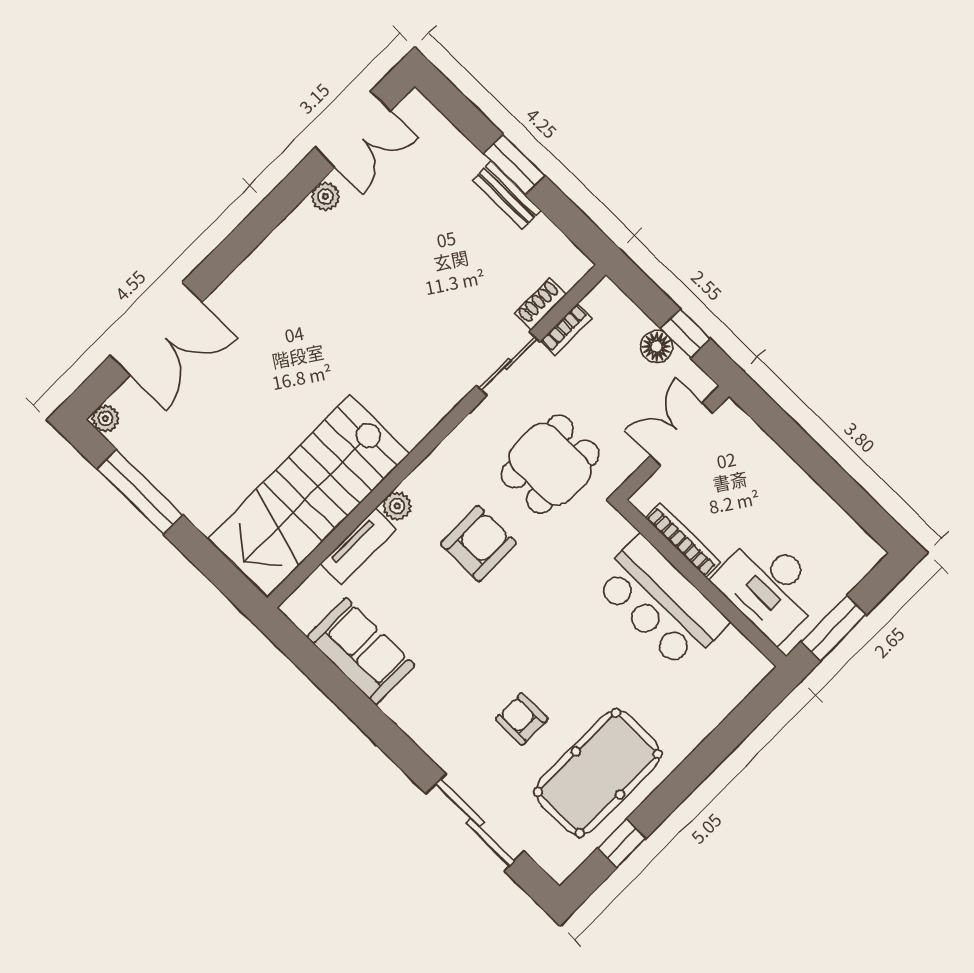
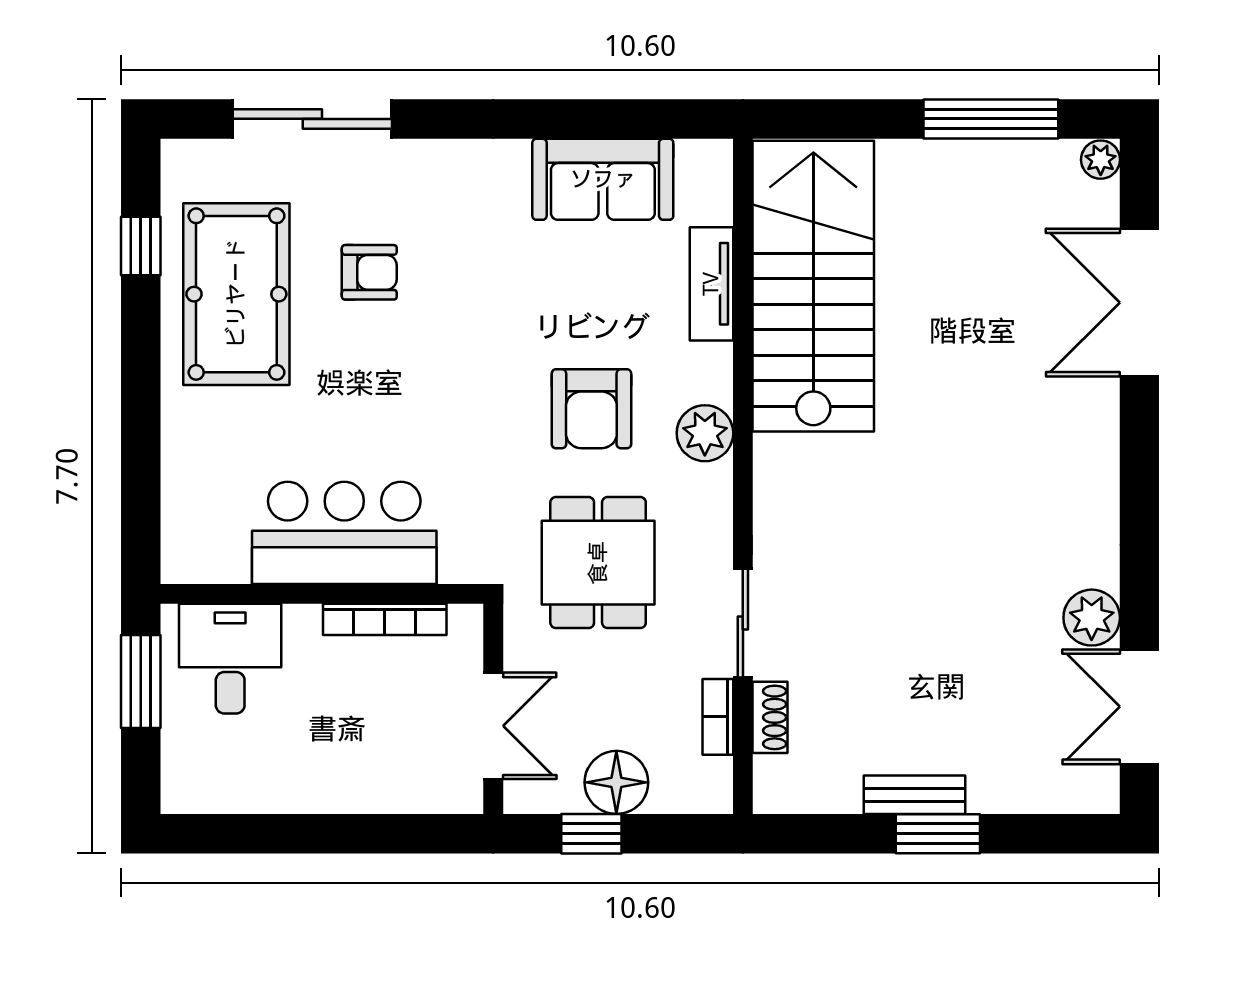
plant: (325, 197) -> (1092, 618), width x1.38, depth x1.38
floor lamp: (657, 347) -> (616, 782), width x1.38, depth x1.38
plant: (397, 506) -> (705, 433), moved, width x1.38, depth x1.38
desk: (769, 587) -> (230, 659), width x0.73

